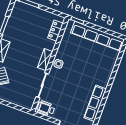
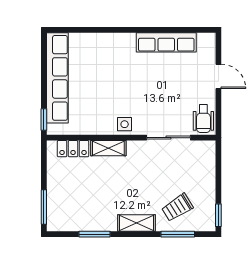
shelving: (45, 60) -> (108, 148), moved

